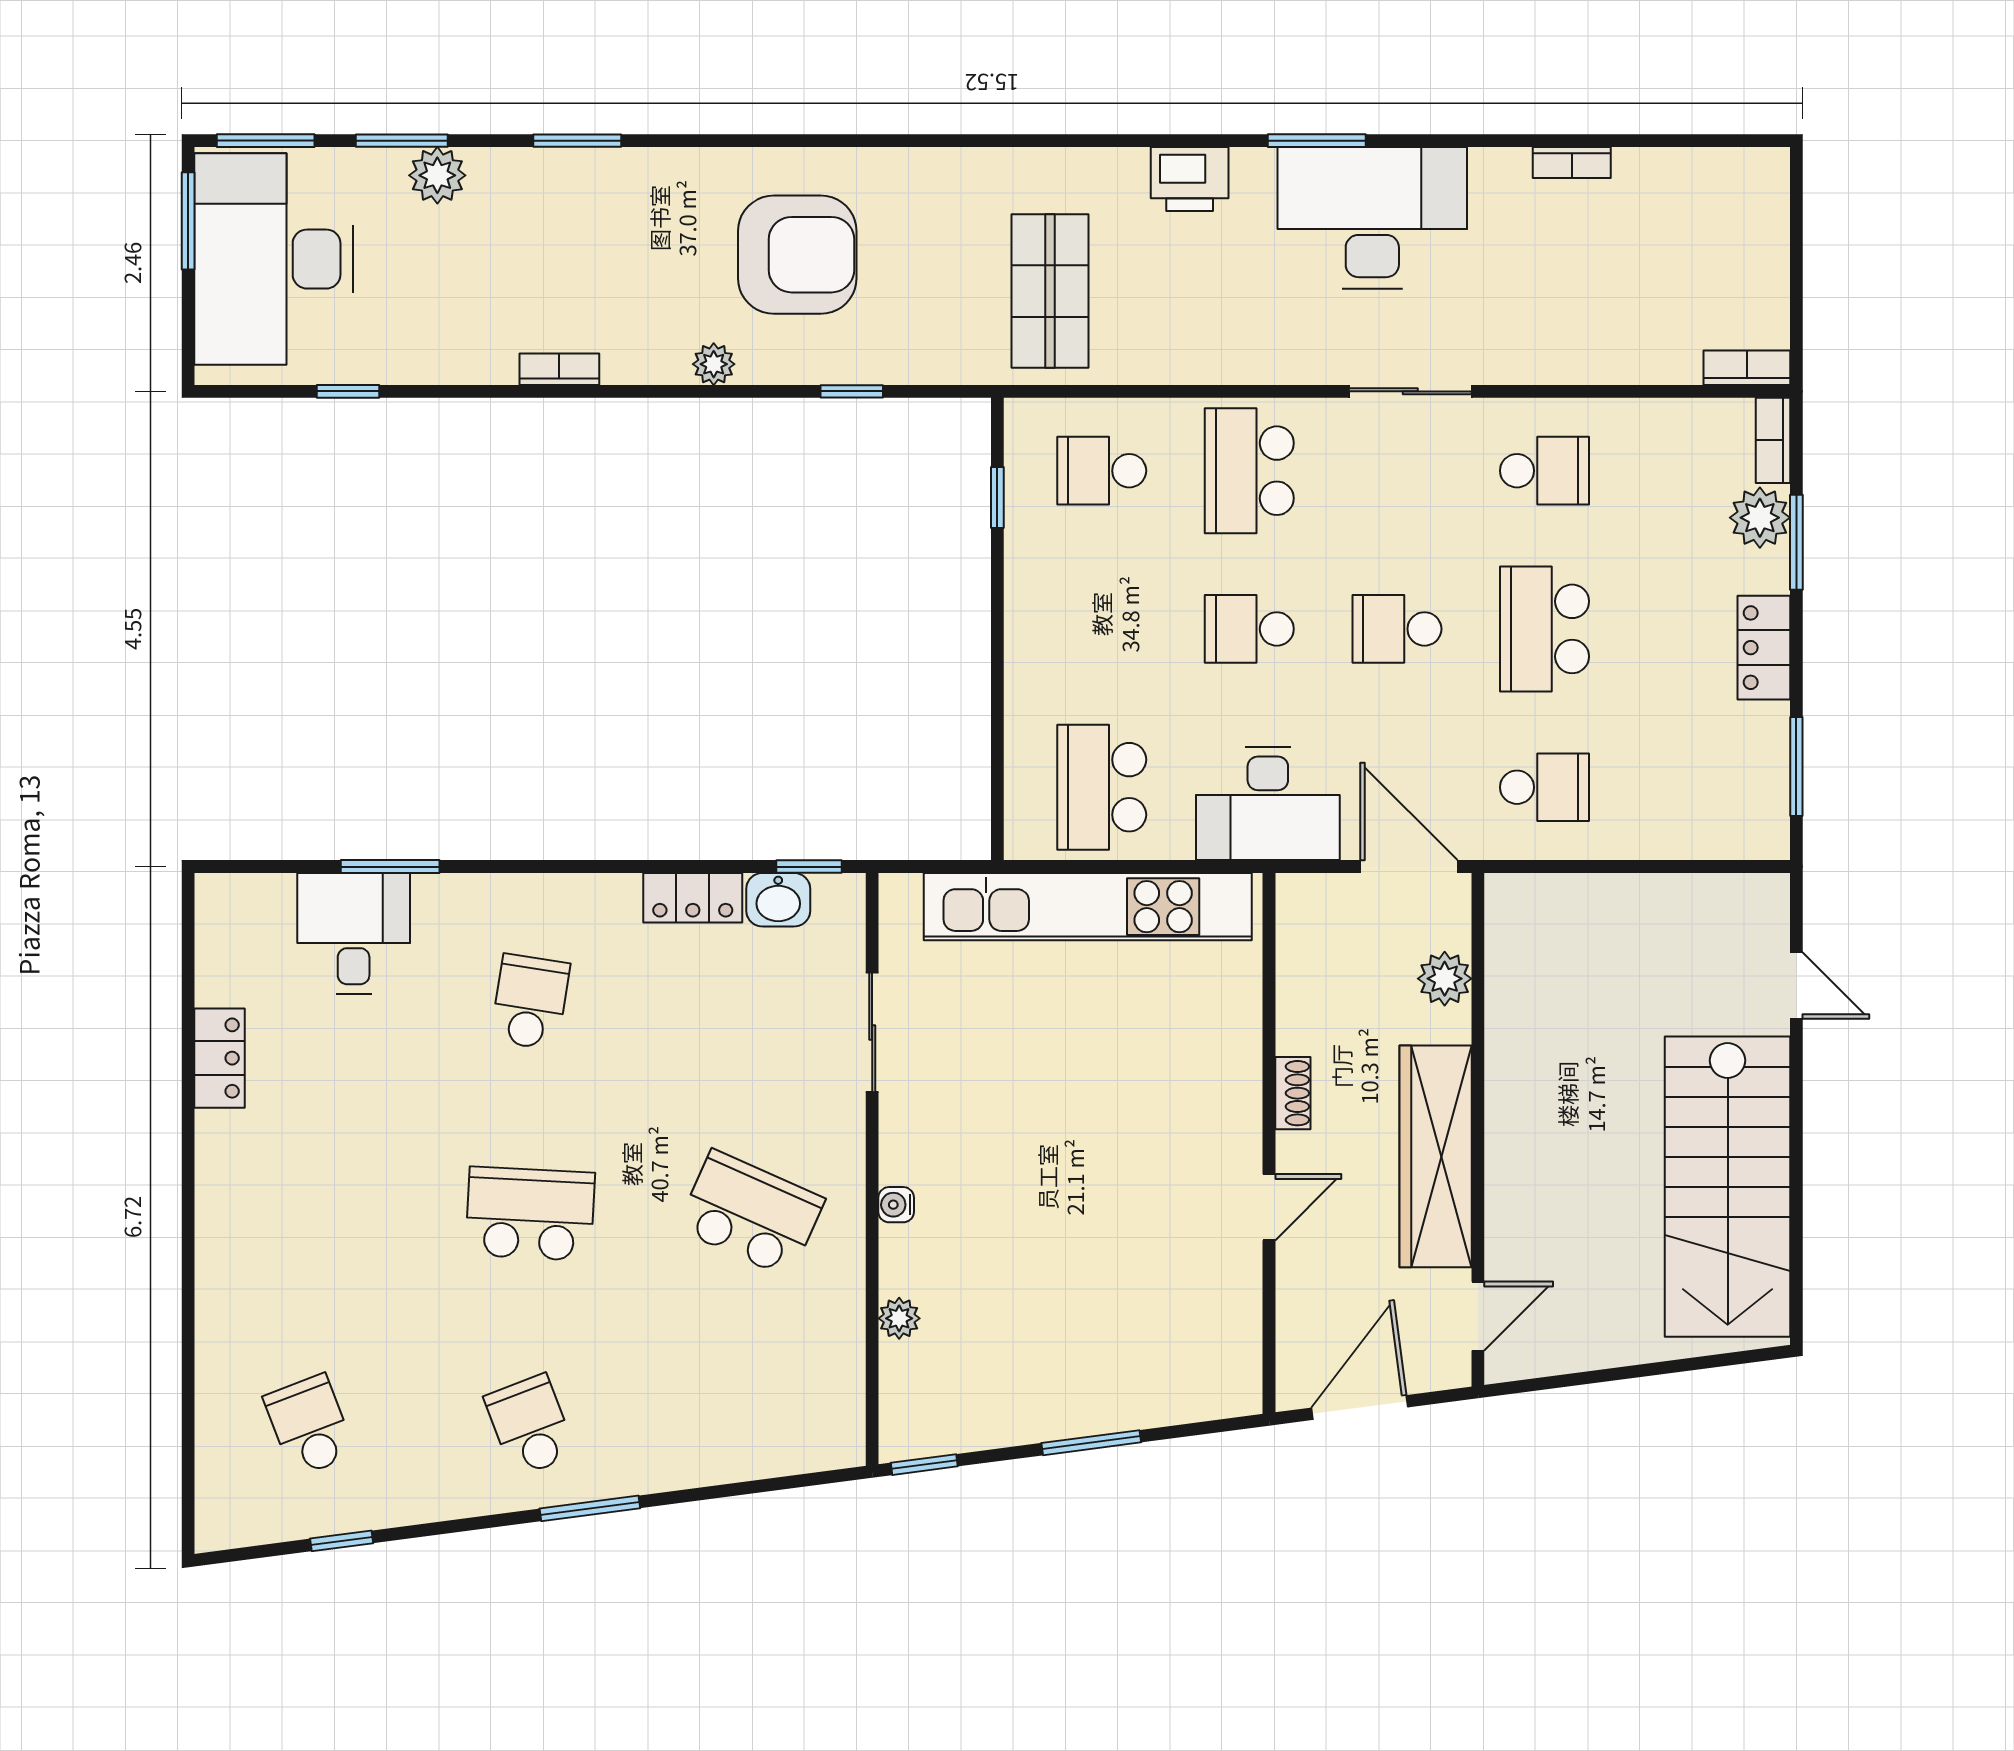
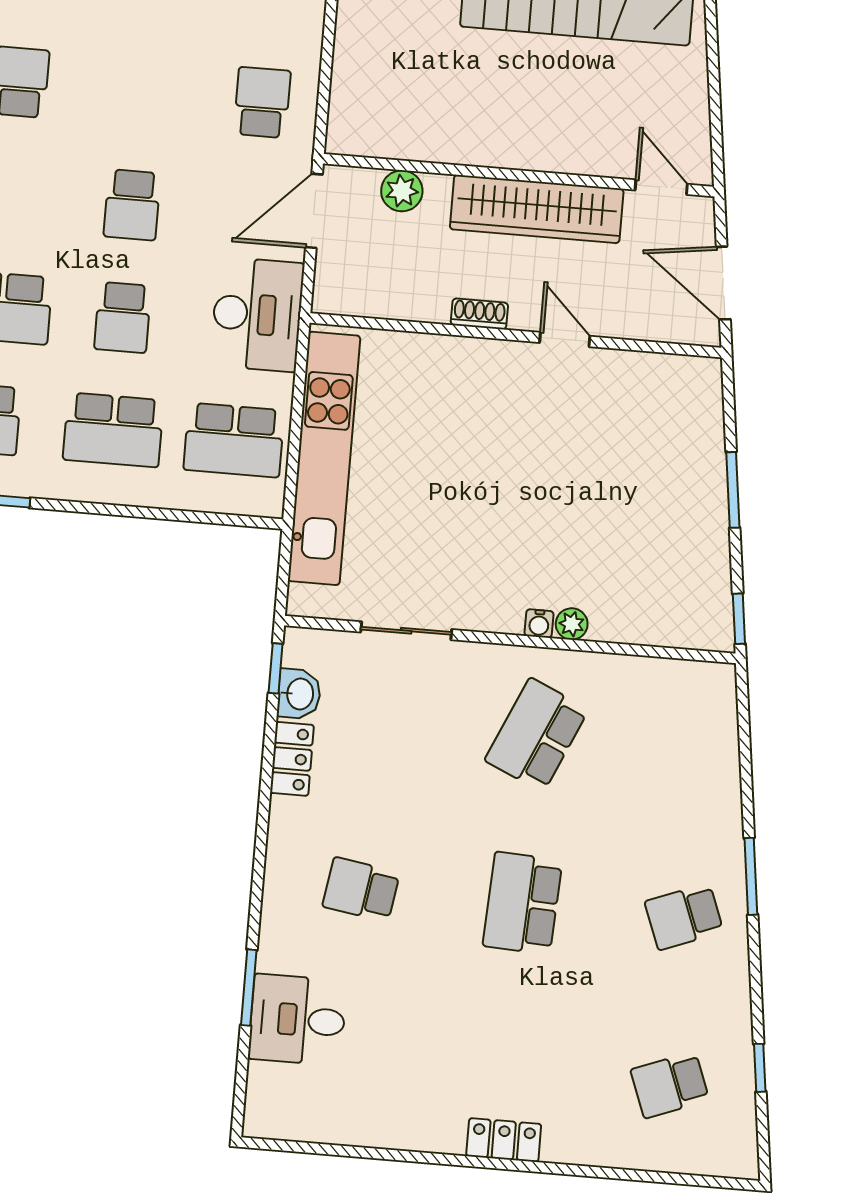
school desk: (1545, 629) -> (113, 430), moved
locker: (220, 1058) -> (504, 1140), moved
plant: (899, 1318) -> (572, 624), moved

